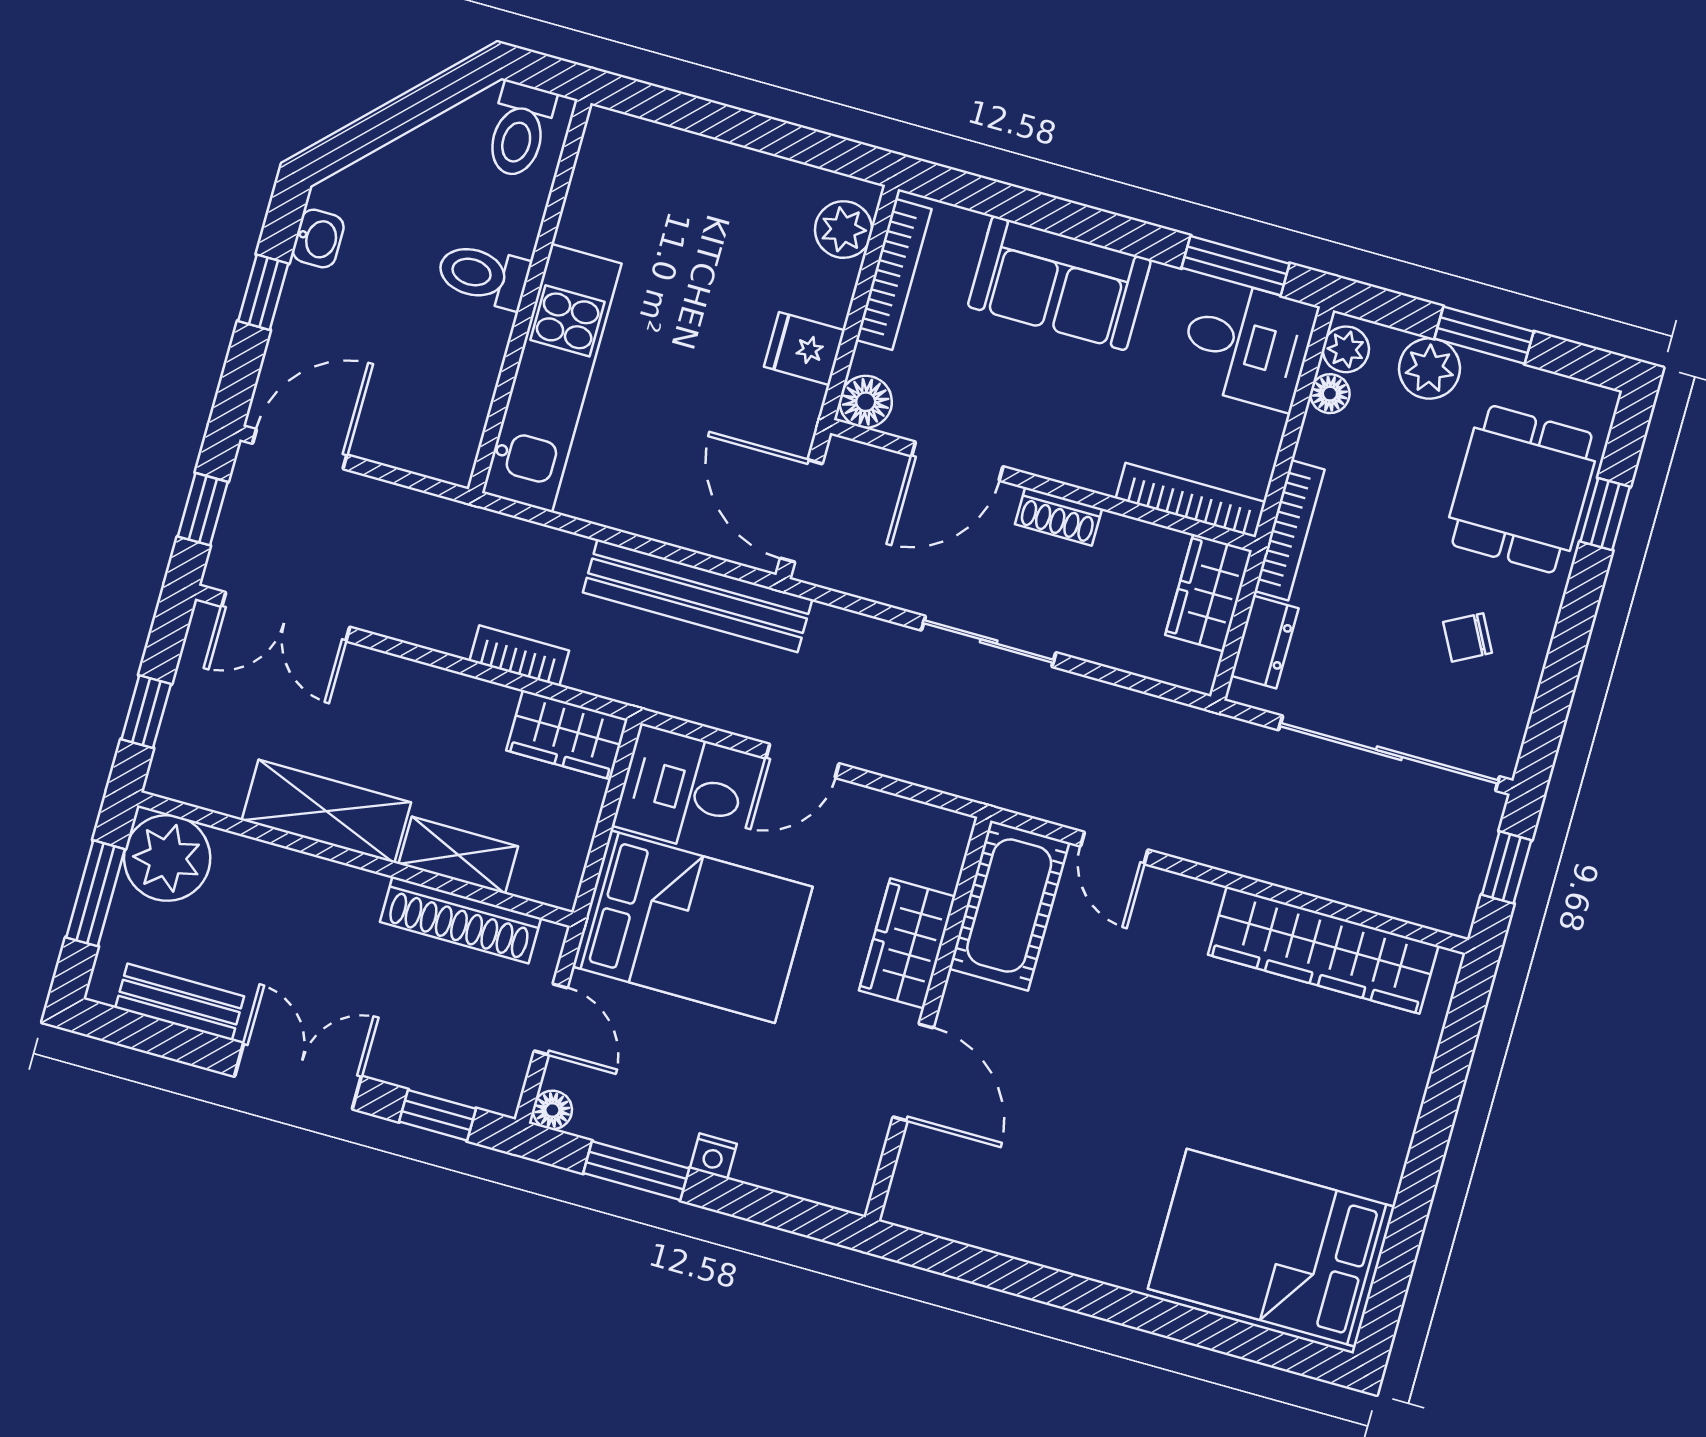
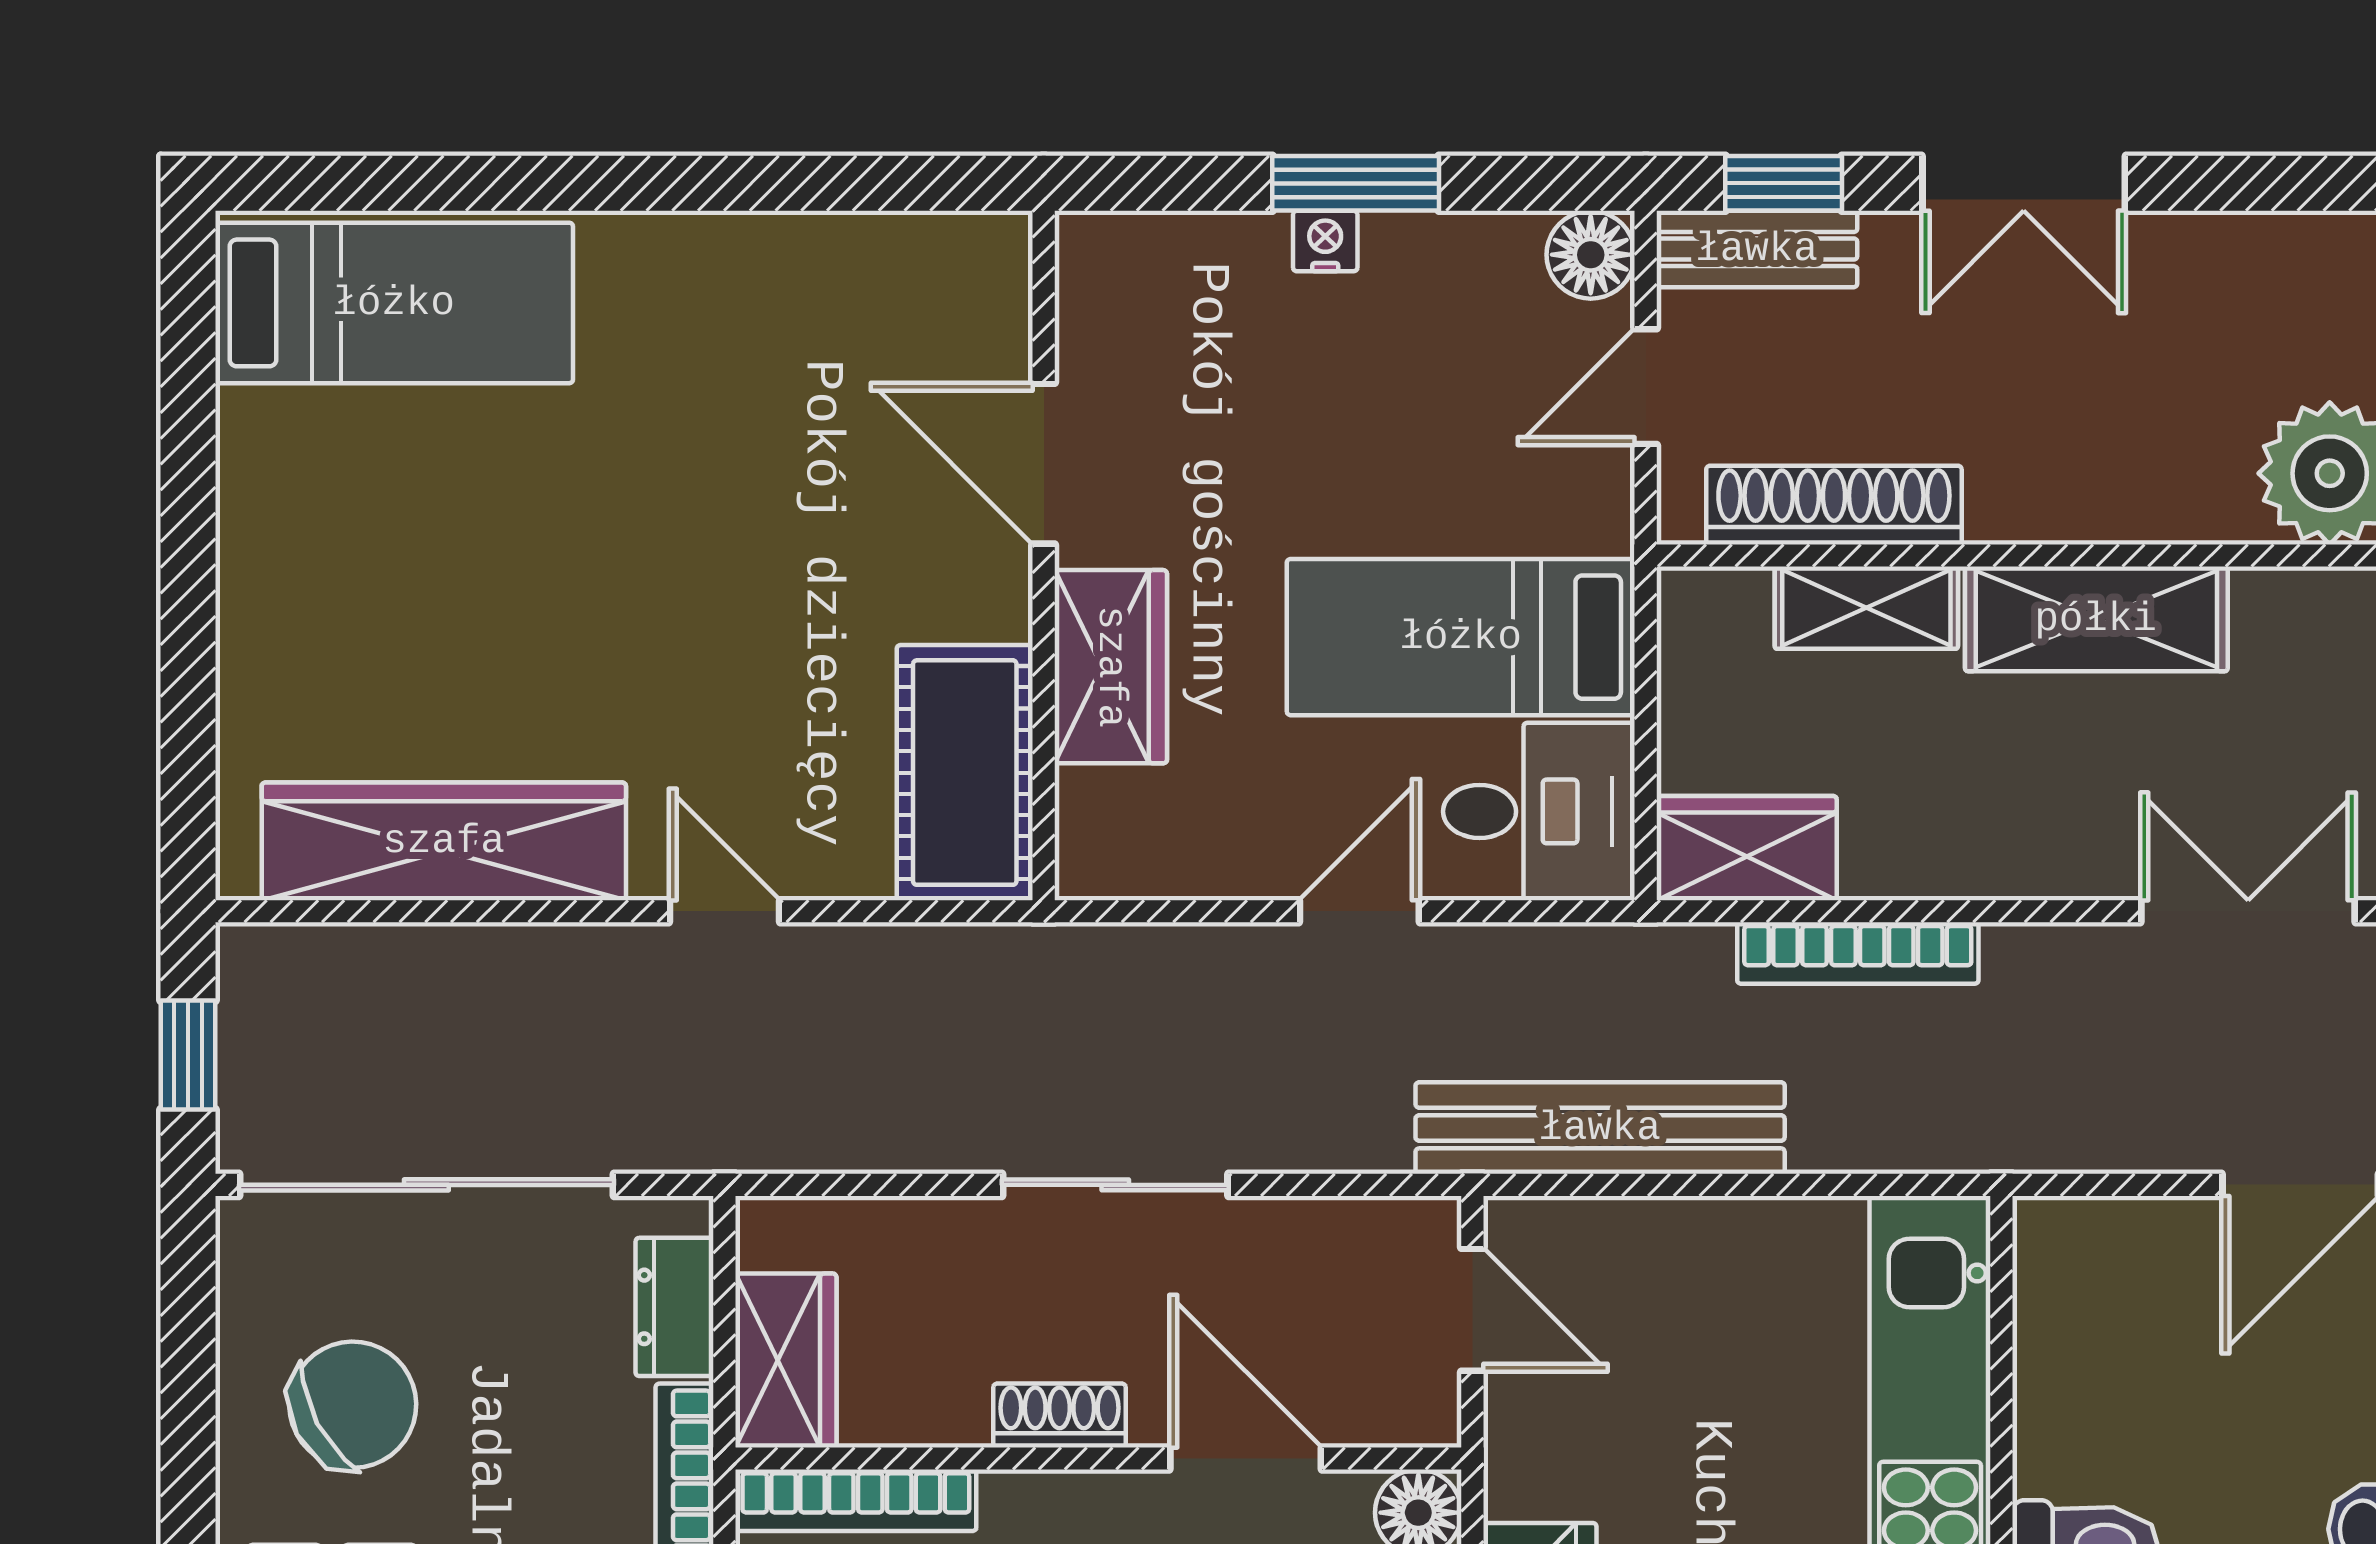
door: (957, 461) -> (1246, 1459), hinge flipped
door: (801, 511) -> (1472, 1310), width x0.73
chair: (1468, 637) -> (353, 1405), width x1.87, depth x1.87
bookcase: (519, 656) -> (1858, 953), width x1.56
door: (1114, 848) -> (724, 911), moved
bed: (692, 927) -> (1461, 637), width x0.67
bench: (180, 1002) -> (1757, 249), moved
door: (551, 1019) -> (1646, 387), hinge flipped
floor lamp: (552, 1110) -> (1591, 255), width x1.37, depth x1.37
window: (636, 1171) -> (1356, 183), moved
bed: (1271, 1248) -> (394, 303), width x0.67

